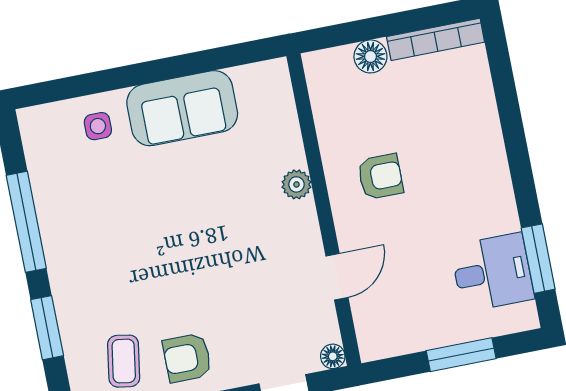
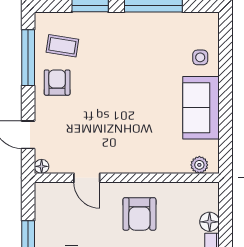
armchair: (380, 177) -> (139, 214), width x1.38, depth x1.38
plant: (296, 184) -> (199, 165), moved

